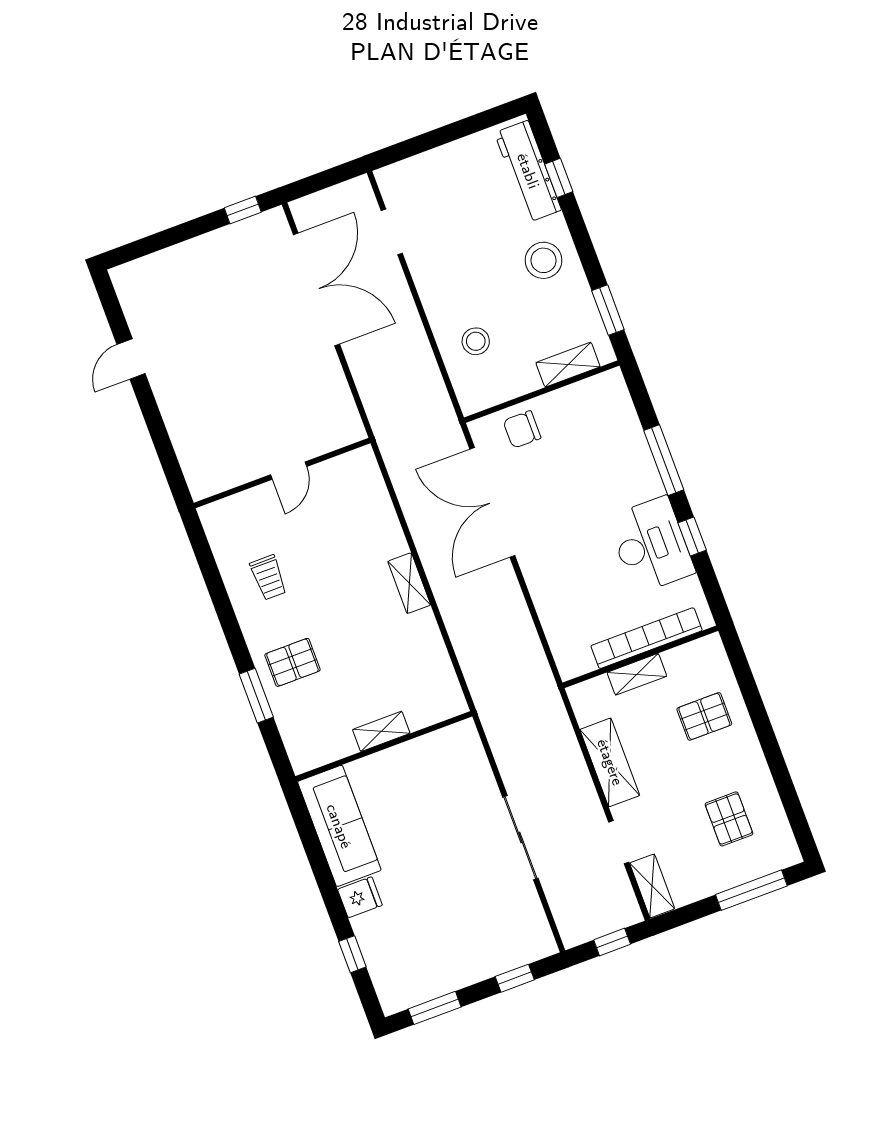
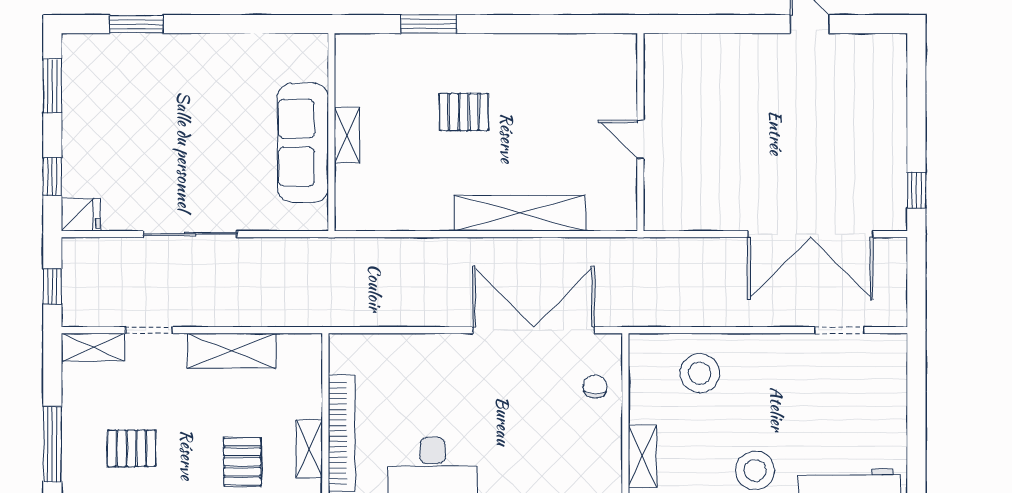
stool: (476, 341) -> (700, 373), width x1.38, depth x1.38
chair: (522, 429) -> (595, 387), width x0.73, depth x0.73
trolley: (268, 577) -> (542, 80), removed
shelving: (409, 583) -> (520, 213), width x2.20, depth x1.33
pallet: (292, 662) -> (464, 112), moved, turned 90
shelving: (637, 674) -> (309, 449), moved
sofa: (339, 826) -> (303, 143), moved, turned 90
fridge: (360, 897) -> (81, 215), moved, turned -90
window: (352, 954) -> (136, 24), width x1.50

